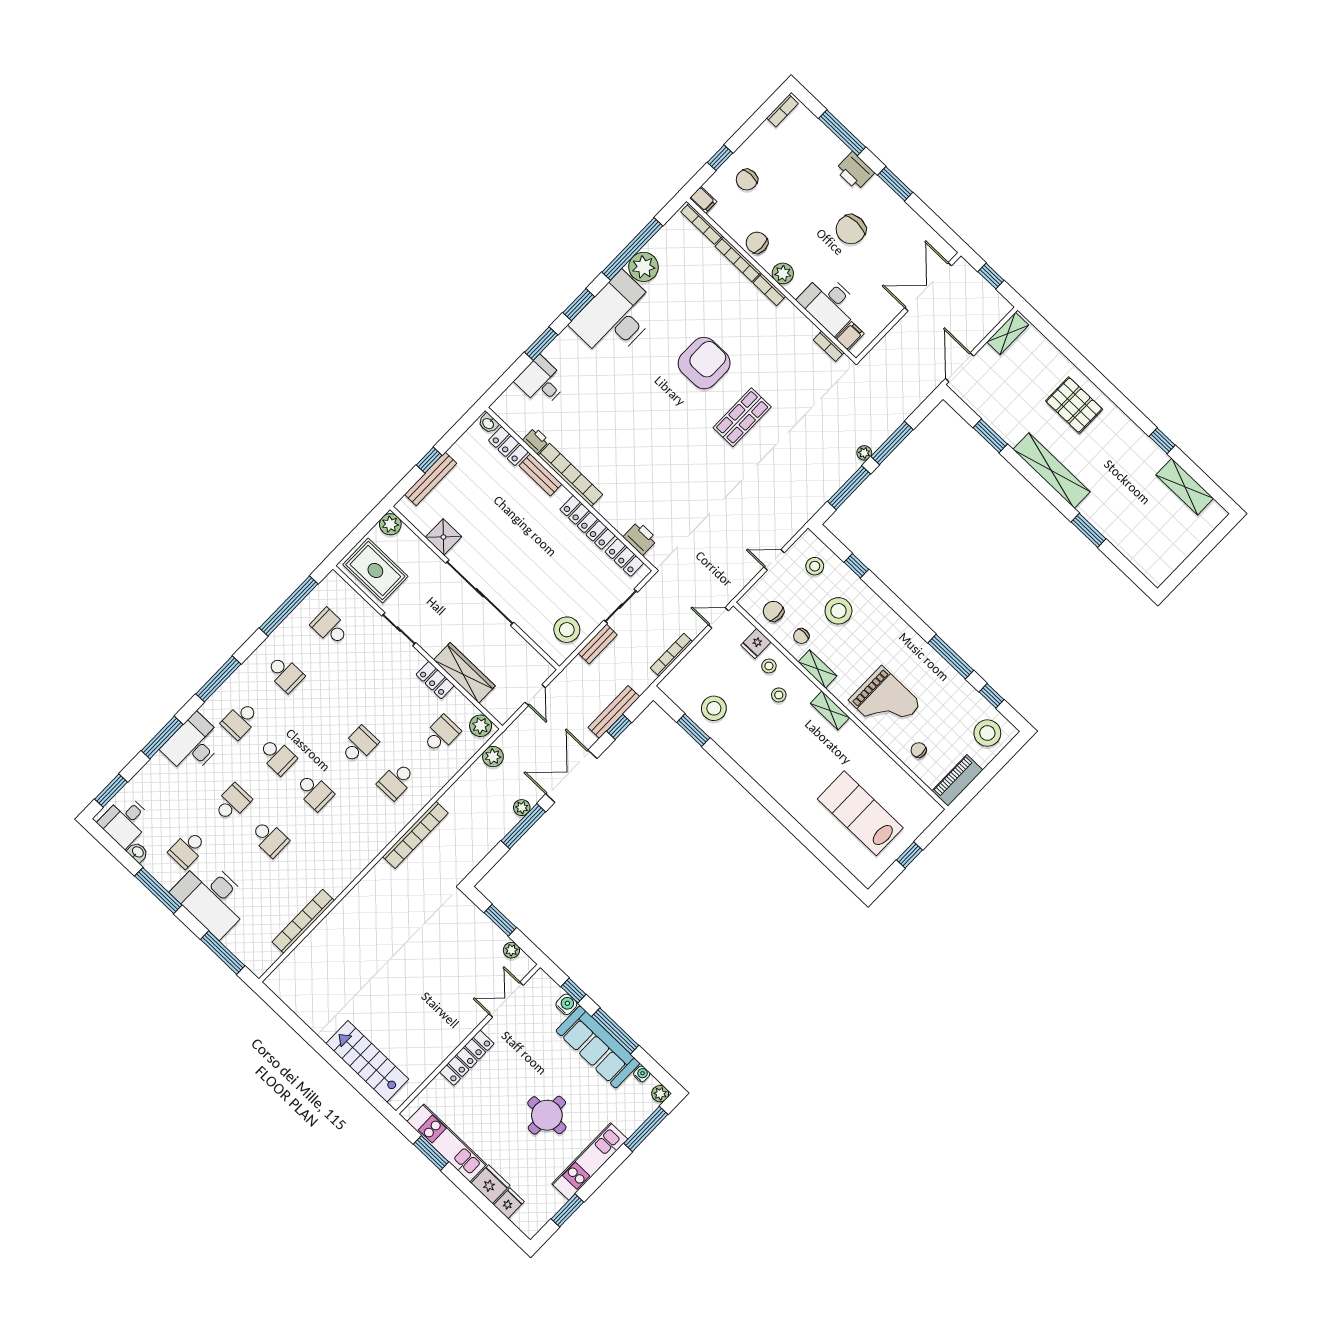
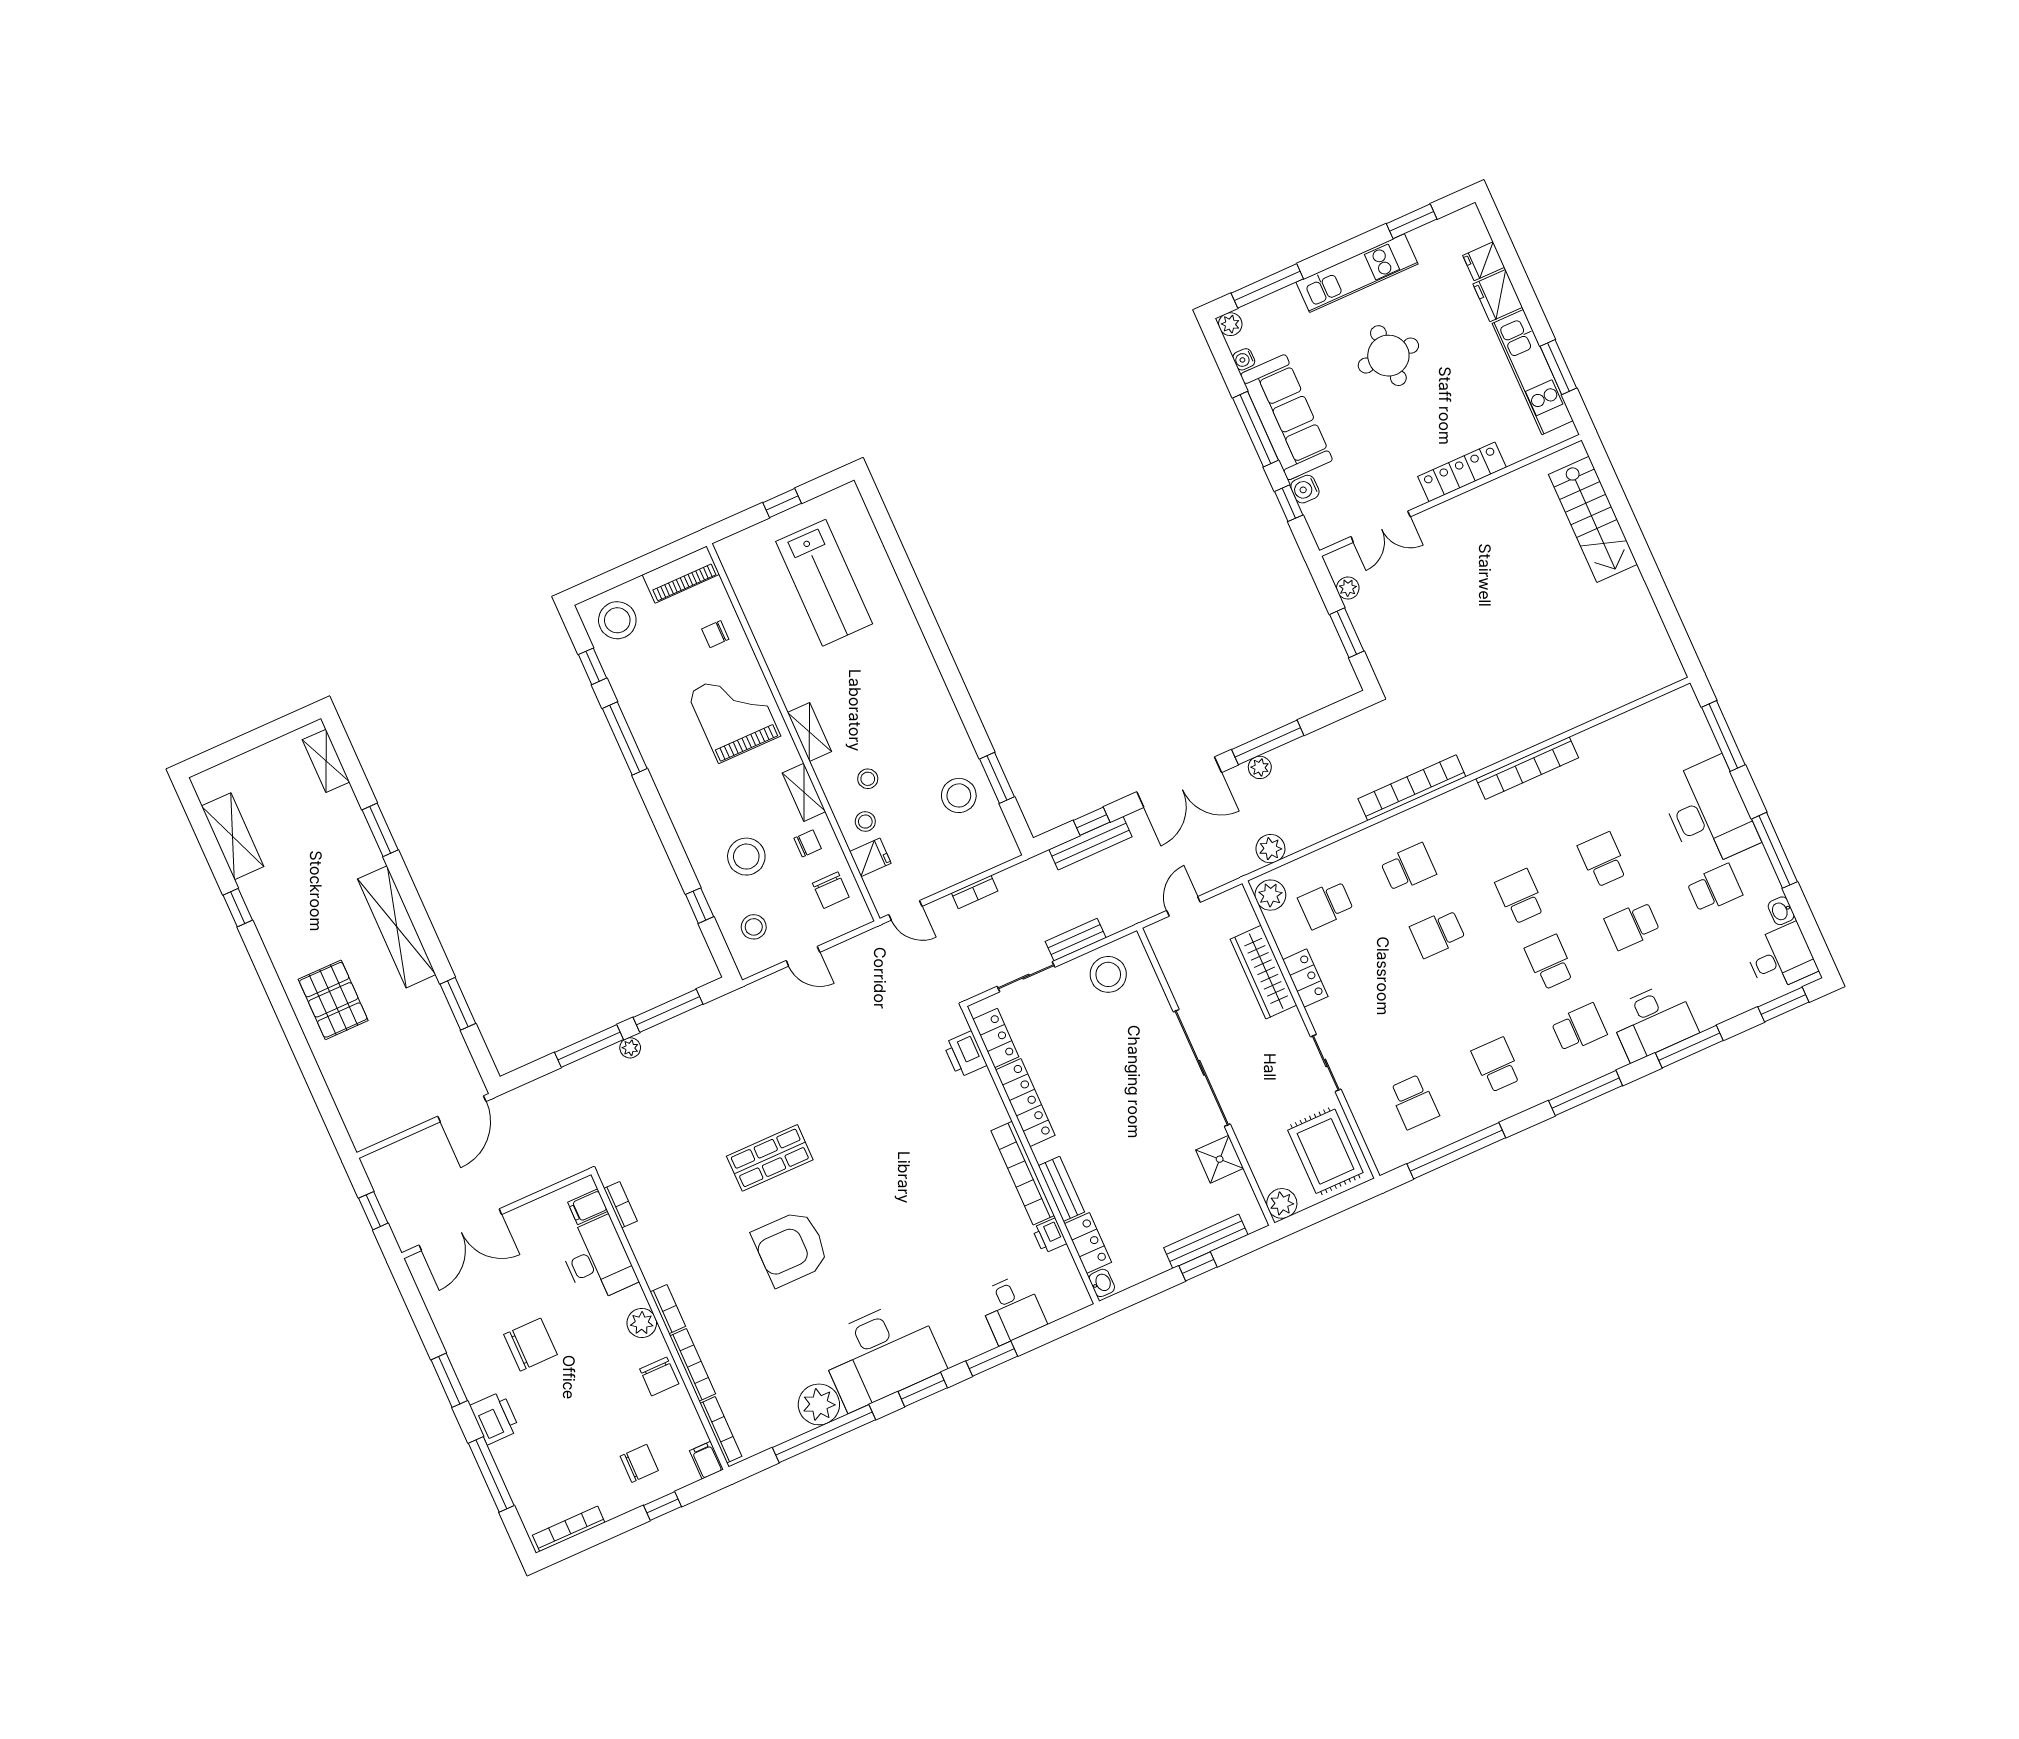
bookcase: (782, 111) -> (569, 1529), width x1.56
shelving: (1008, 333) -> (326, 761), moved, turned 90
bookcase: (671, 655) -> (975, 892), width x0.64
chair: (919, 750) -> (715, 634), turned 90
bookcase: (303, 921) -> (1527, 768), moved

